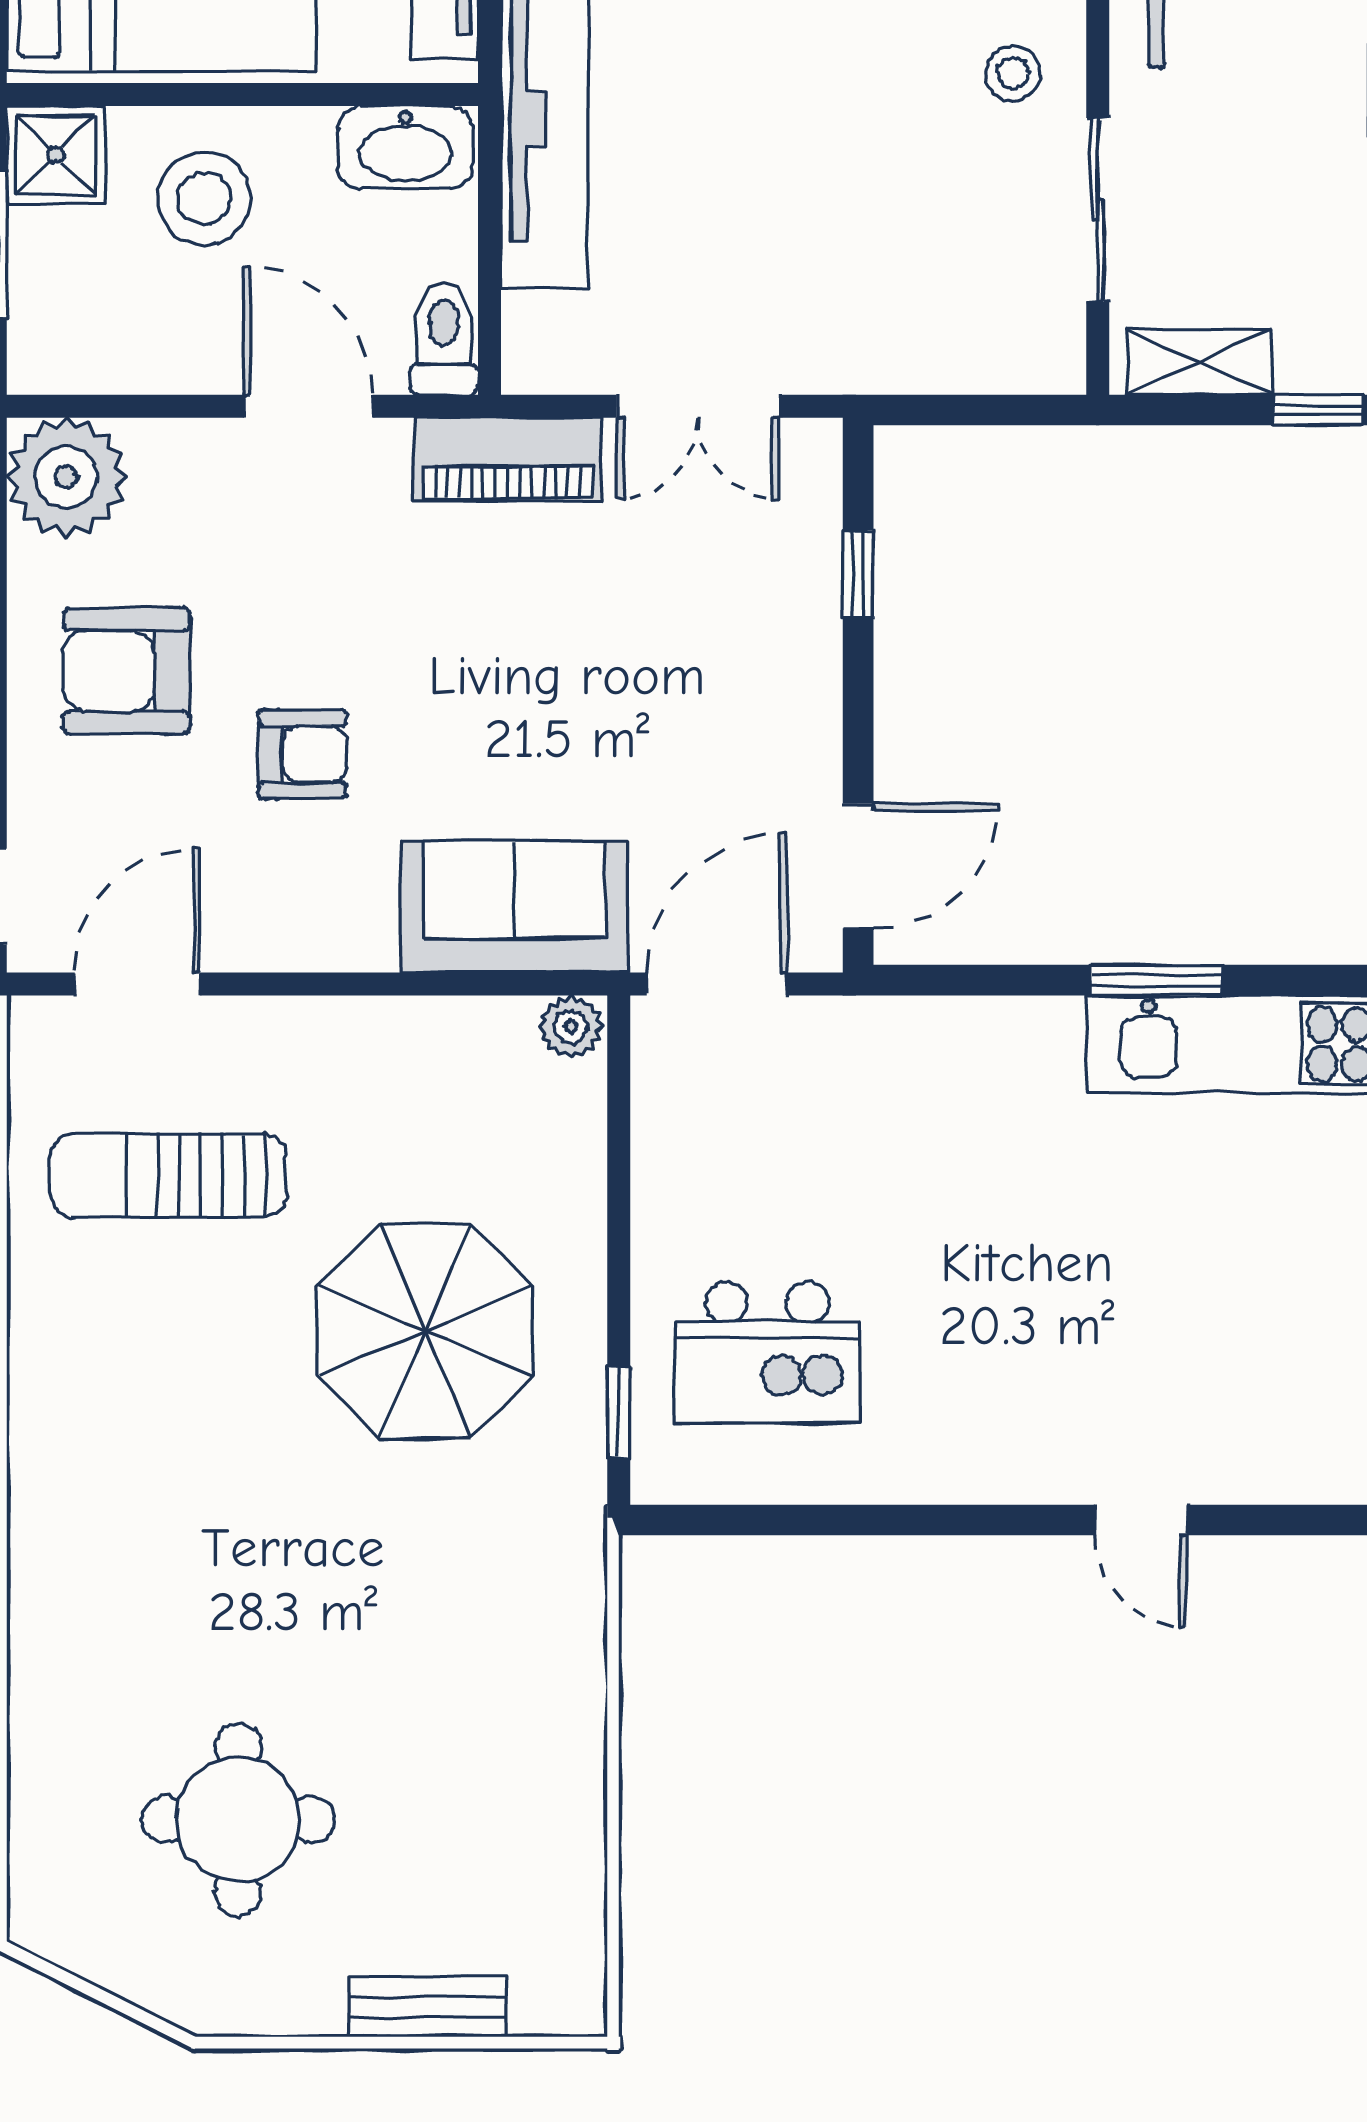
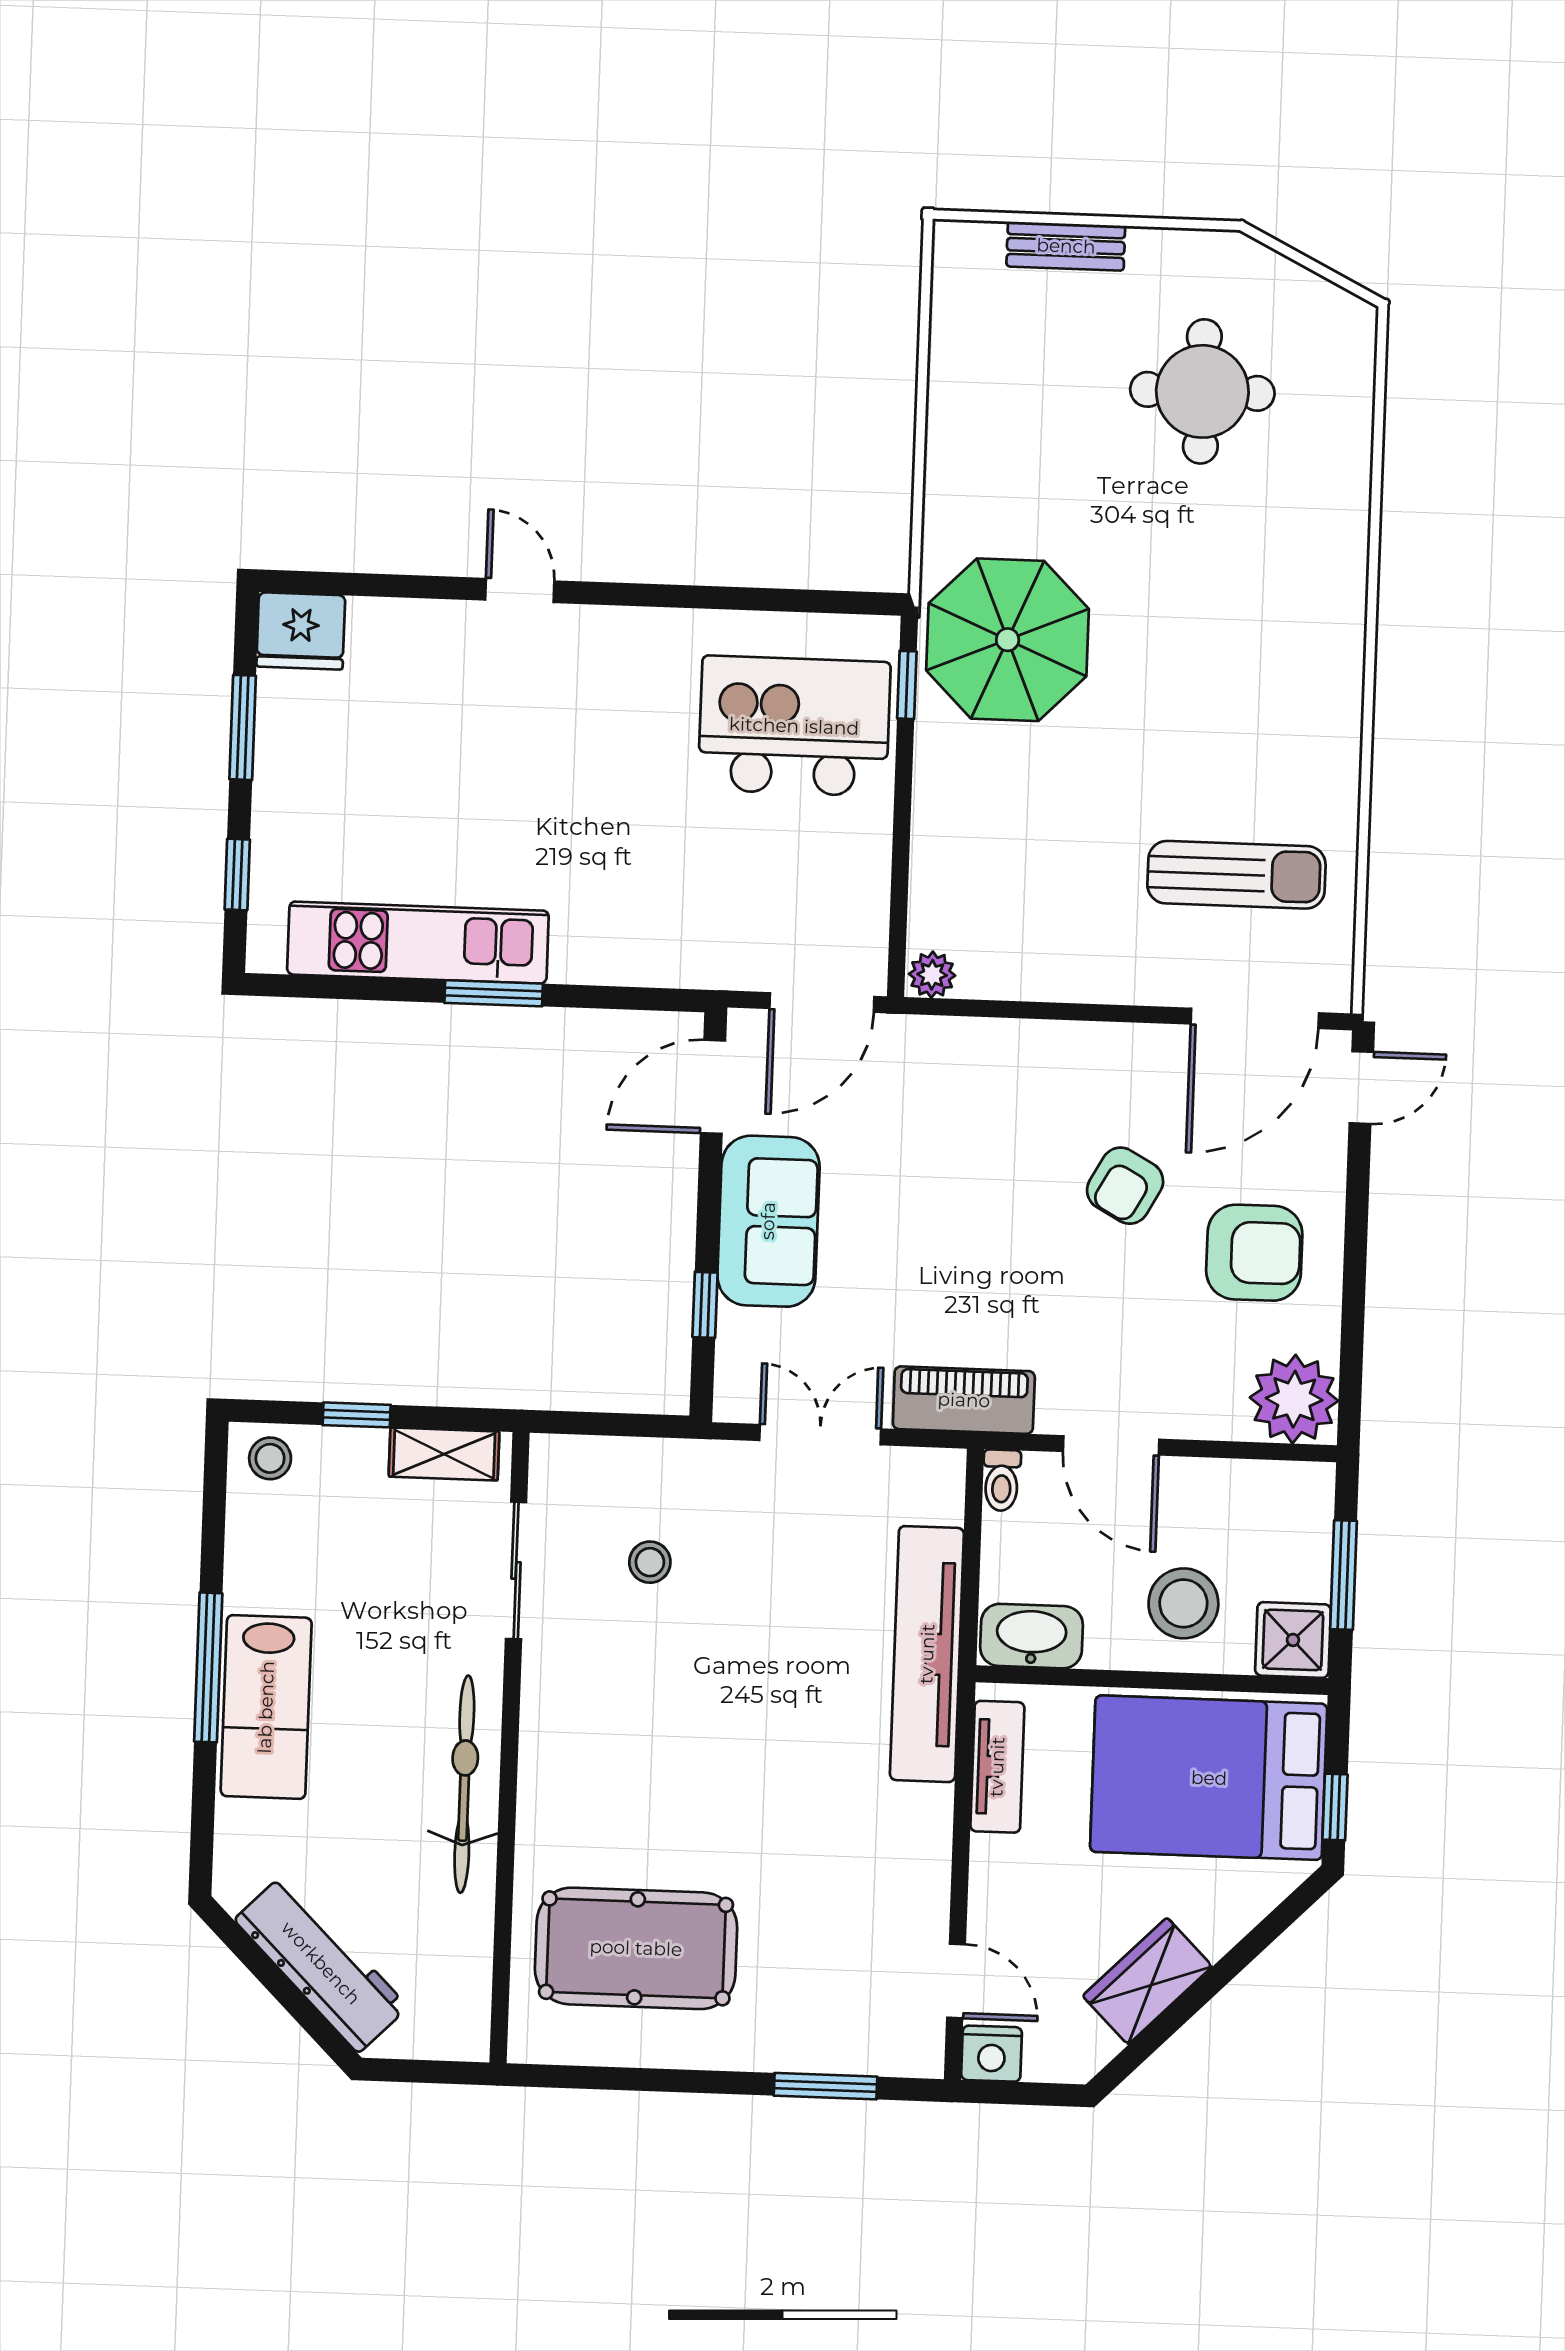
stool: (1013, 74) -> (650, 1562), moved
toilet: (444, 339) -> (1002, 1480), width x0.73, depth x0.72
armchair: (302, 754) -> (1125, 1186), turned -61
sofa: (515, 907) -> (768, 1221), moved, turned -90
door: (137, 984) -> (1255, 1018), width x1.36
parasol: (425, 1331) -> (1008, 640), moved
kitchen island: (767, 1352) -> (794, 726), width x1.37, depth x1.28

